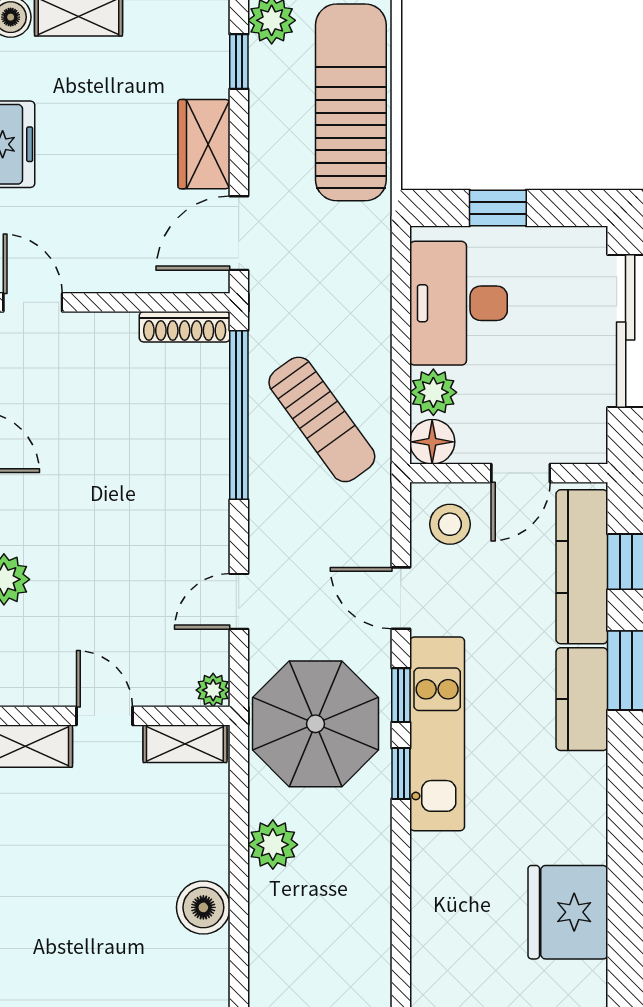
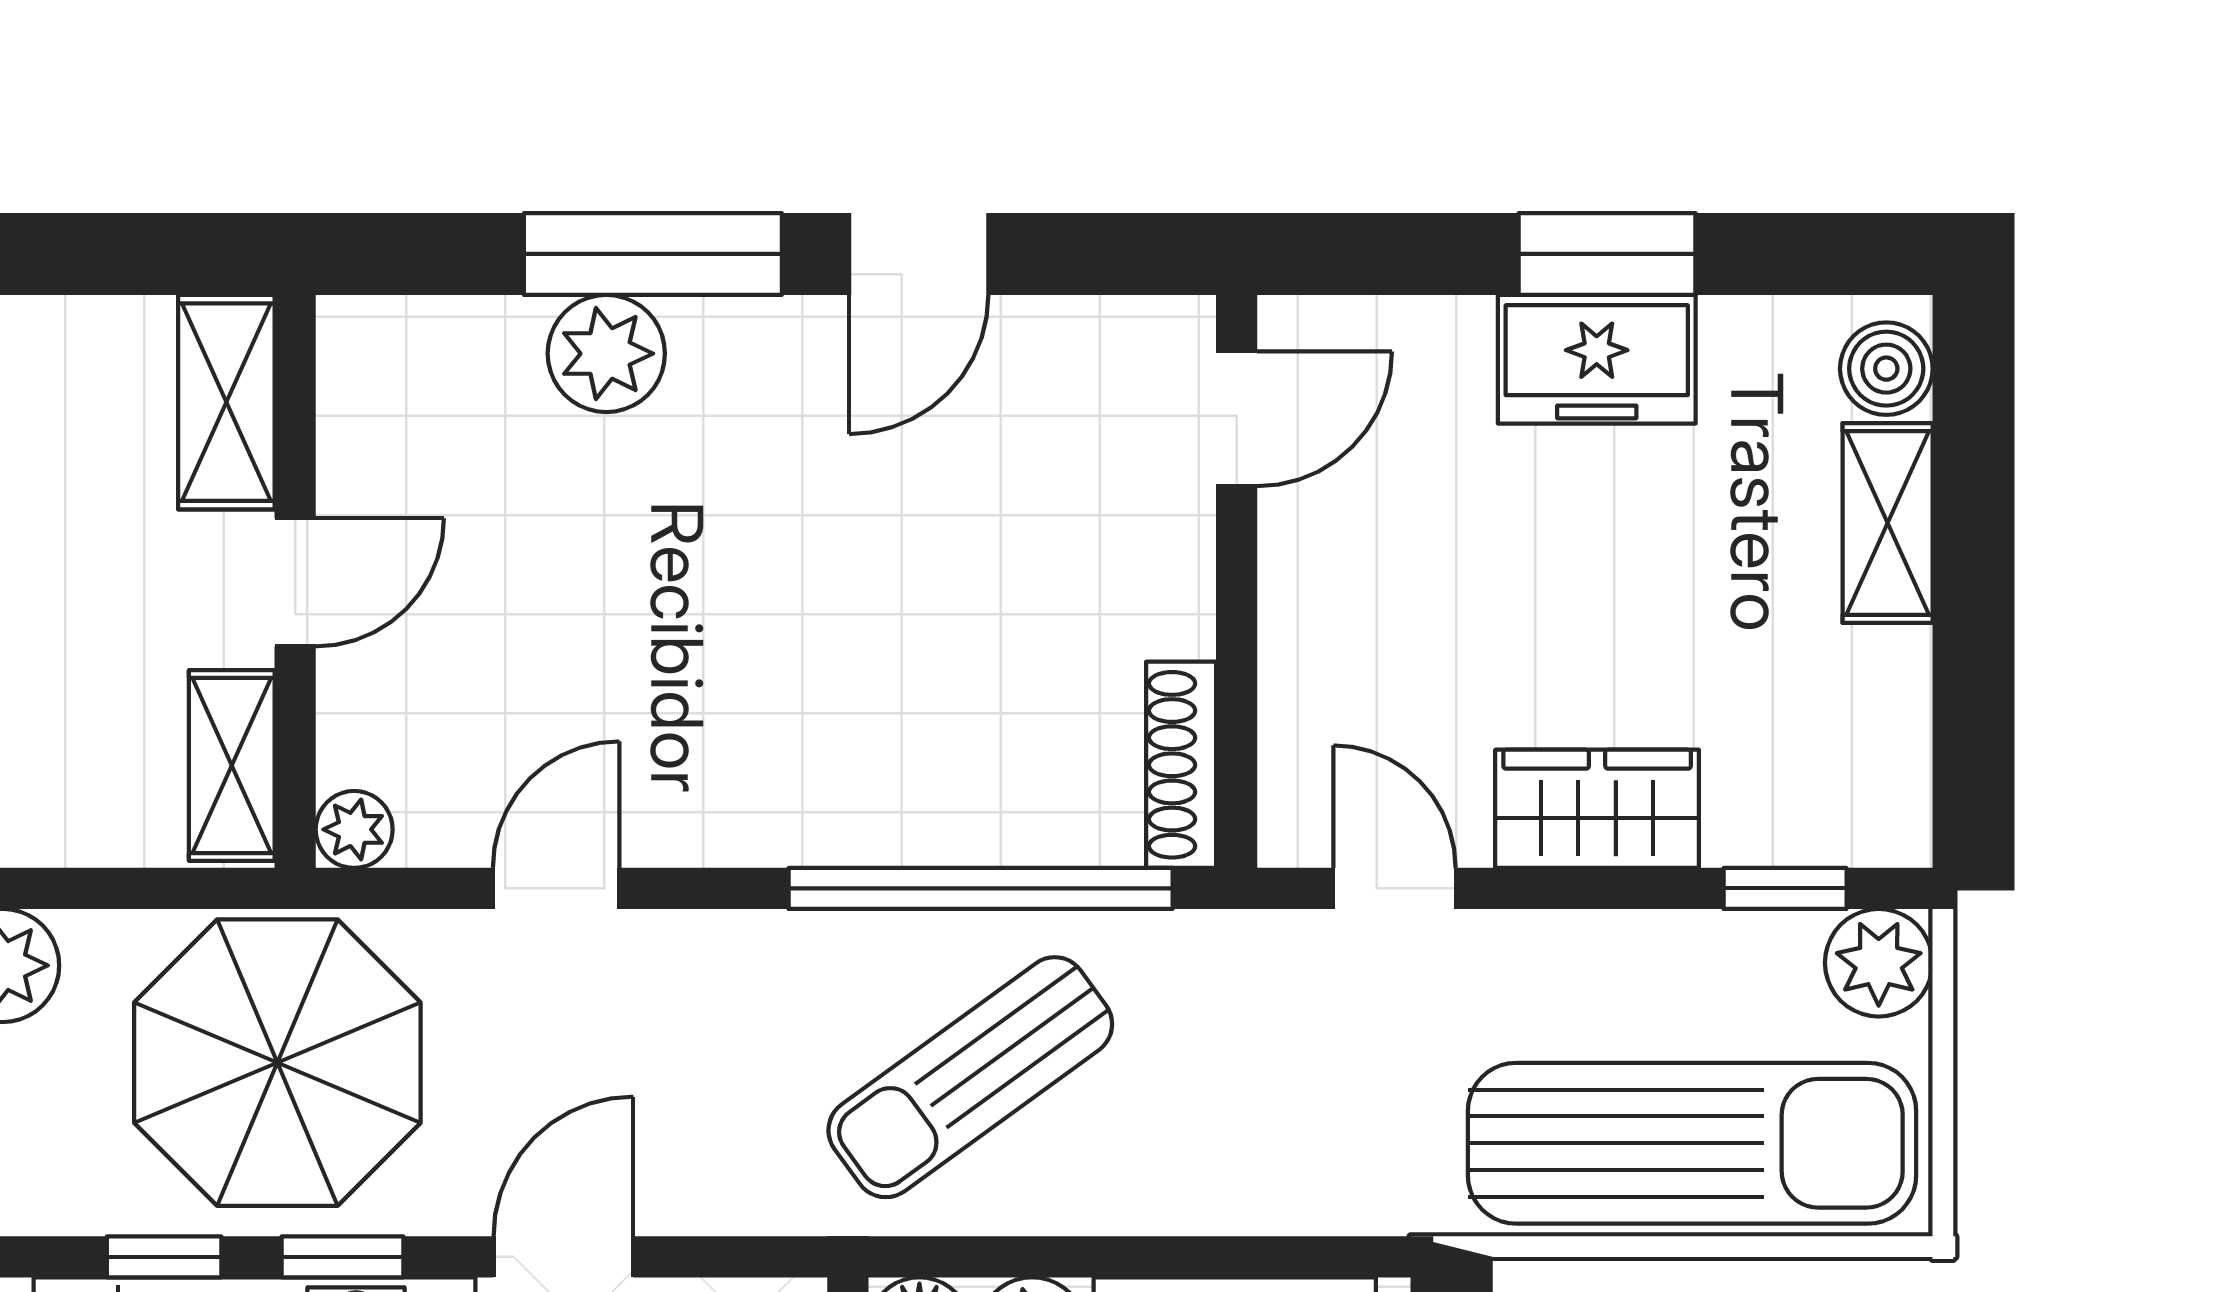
door: (239, 233) -> (1395, 888), width x0.73
door: (239, 601) -> (556, 888), hinge flipped

